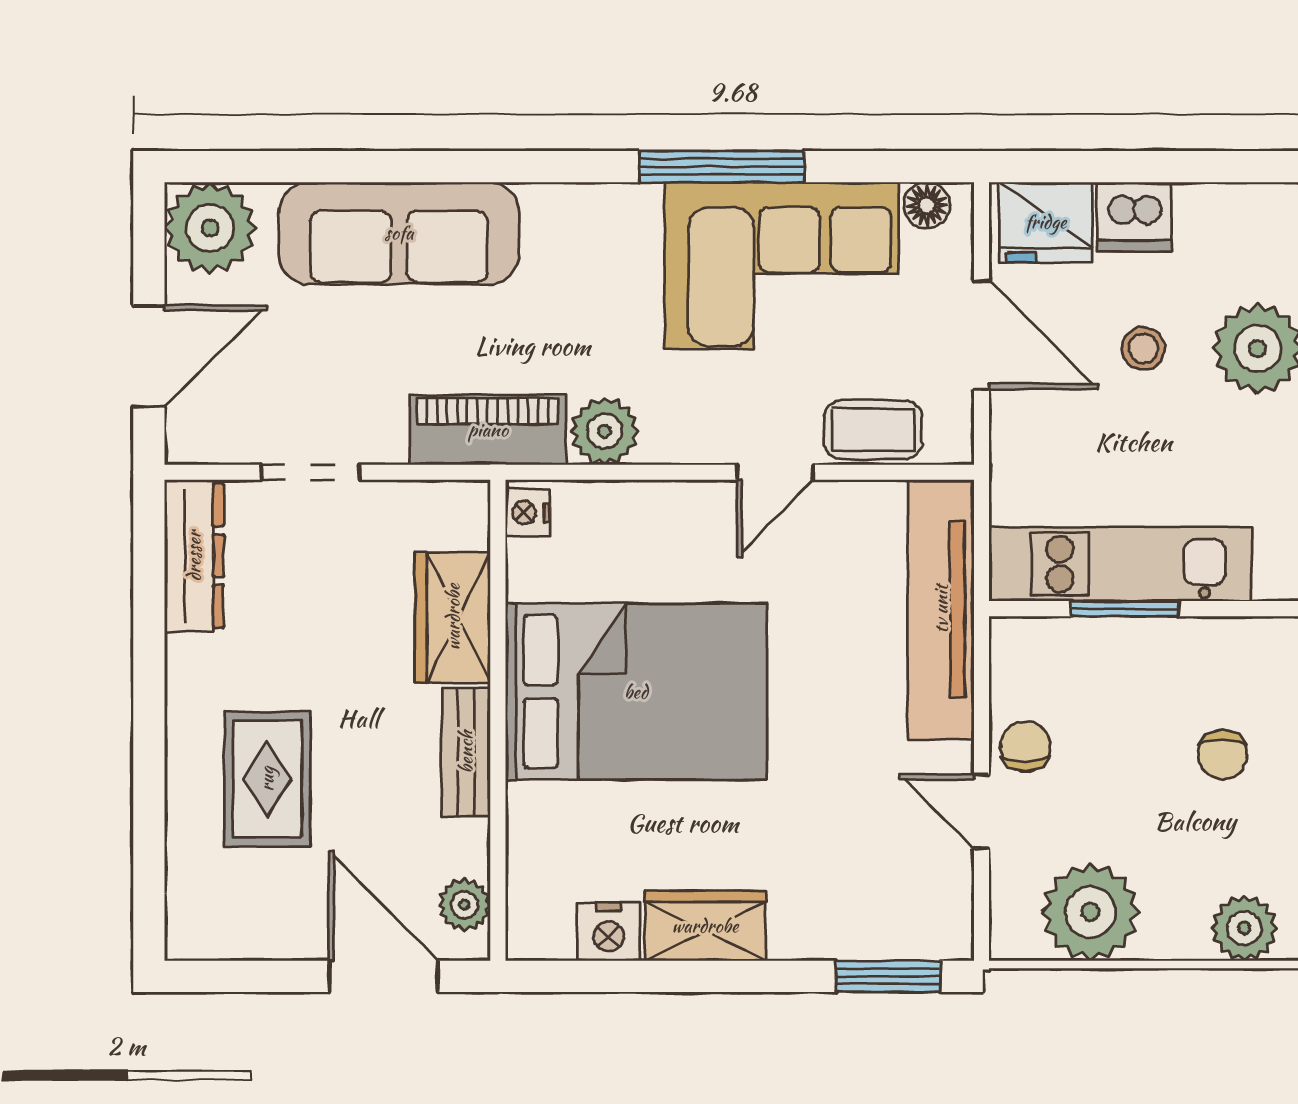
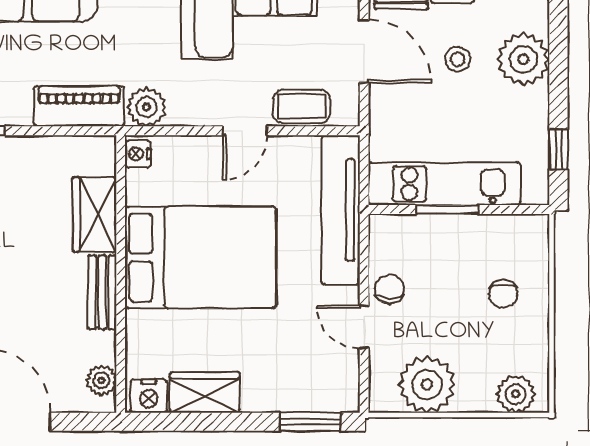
nightstand: (528, 513) -> (138, 154), moved
wardrobe: (453, 617) -> (95, 215), moved
bed: (636, 692) -> (200, 257), moved
wall: (498, 720) -> (121, 274), moved
bench: (466, 752) -> (102, 292), moved
plant: (464, 905) -> (101, 380), moved

